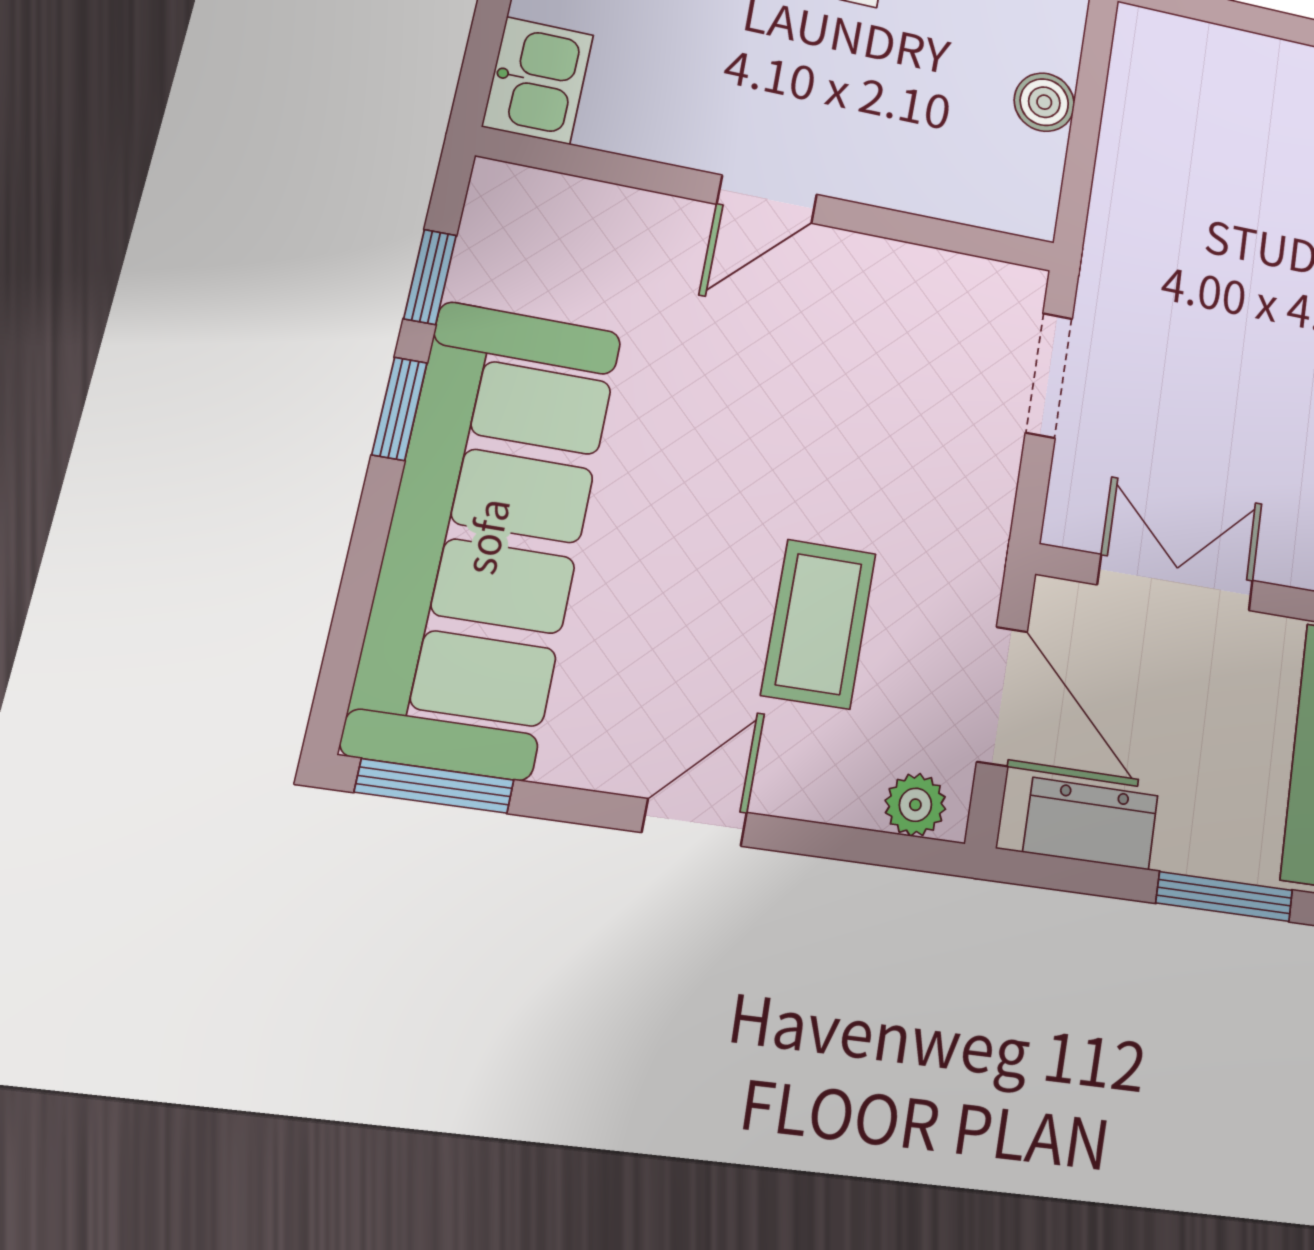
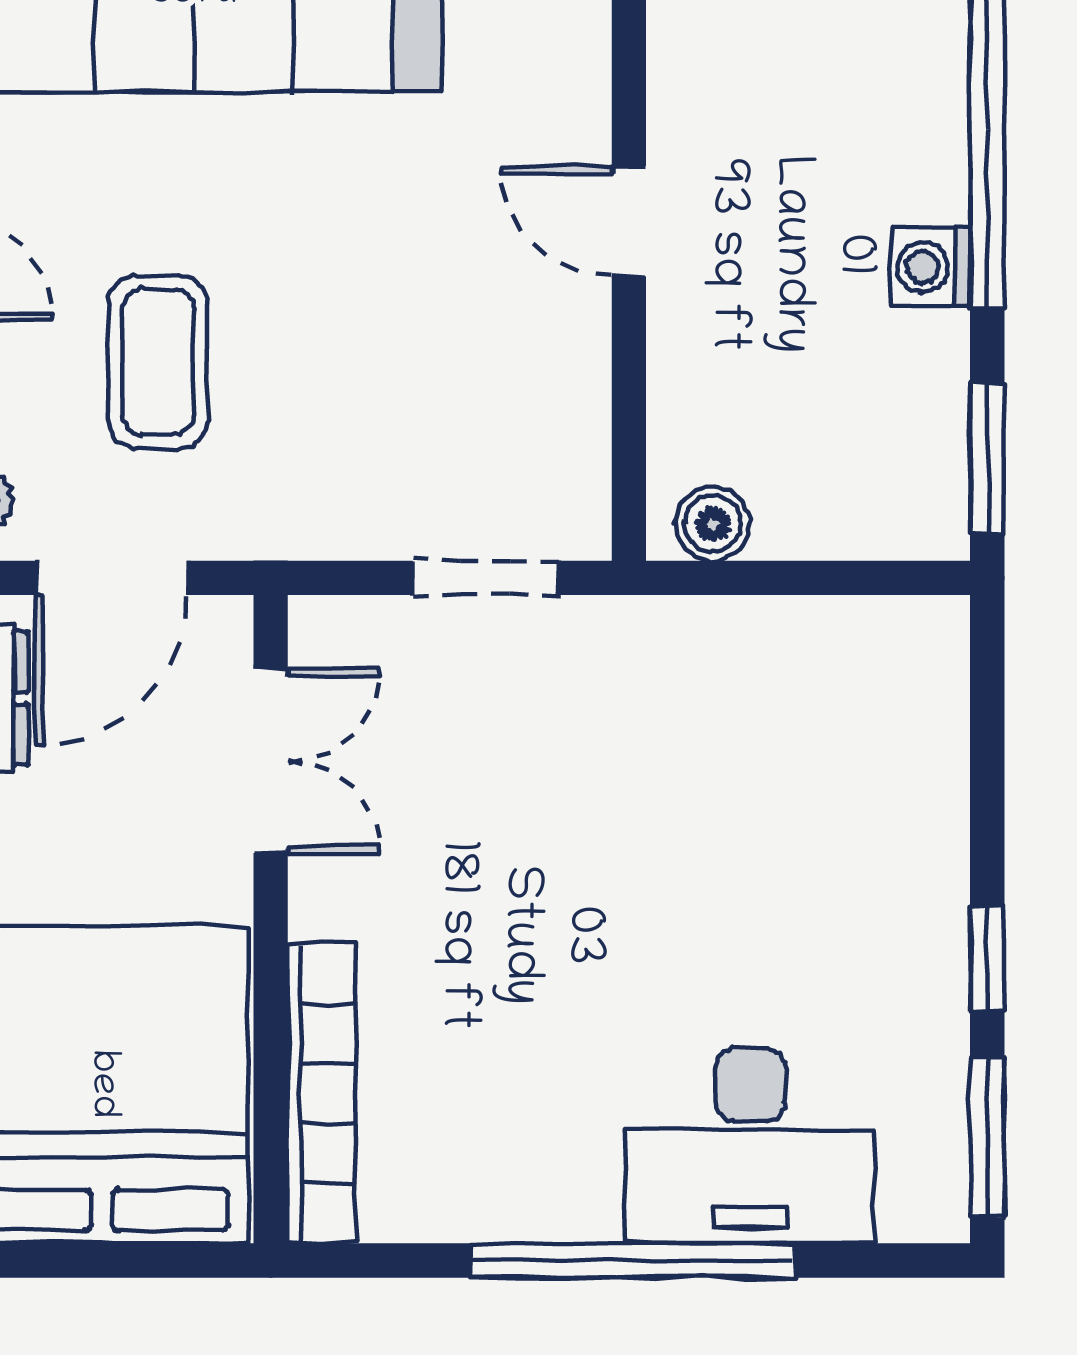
boiler: (1044, 102) -> (713, 524), moved
coffee table: (819, 624) -> (158, 362), turned 90

